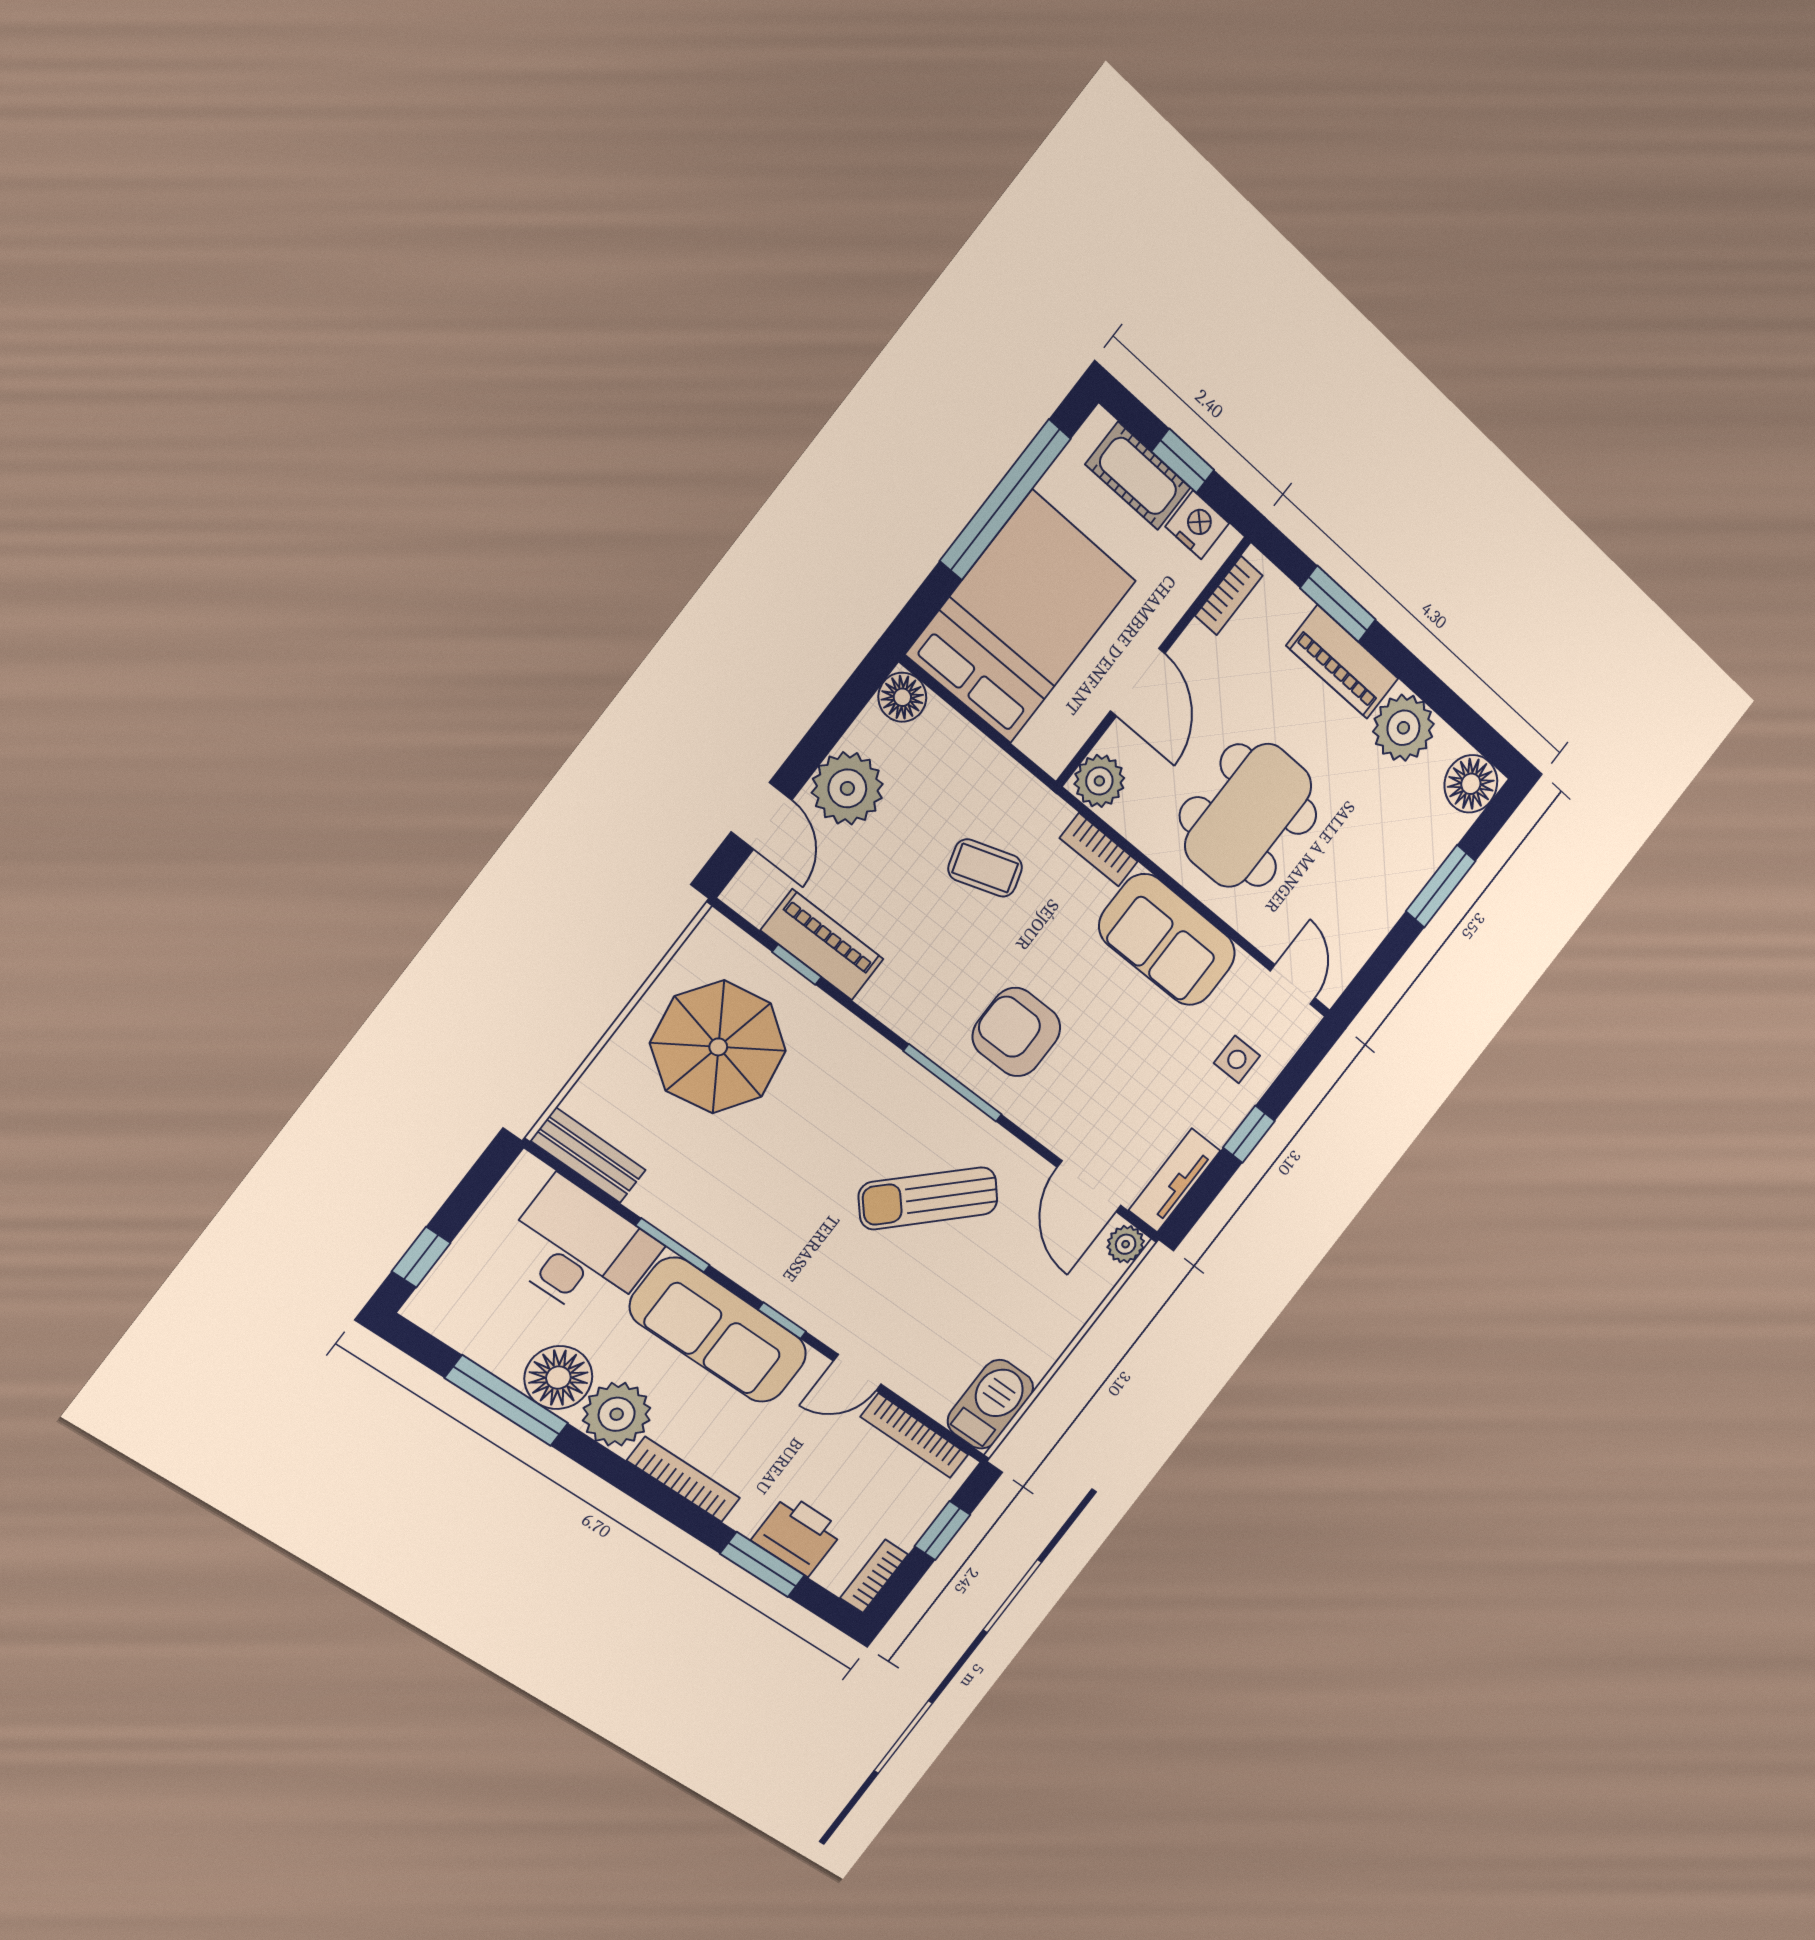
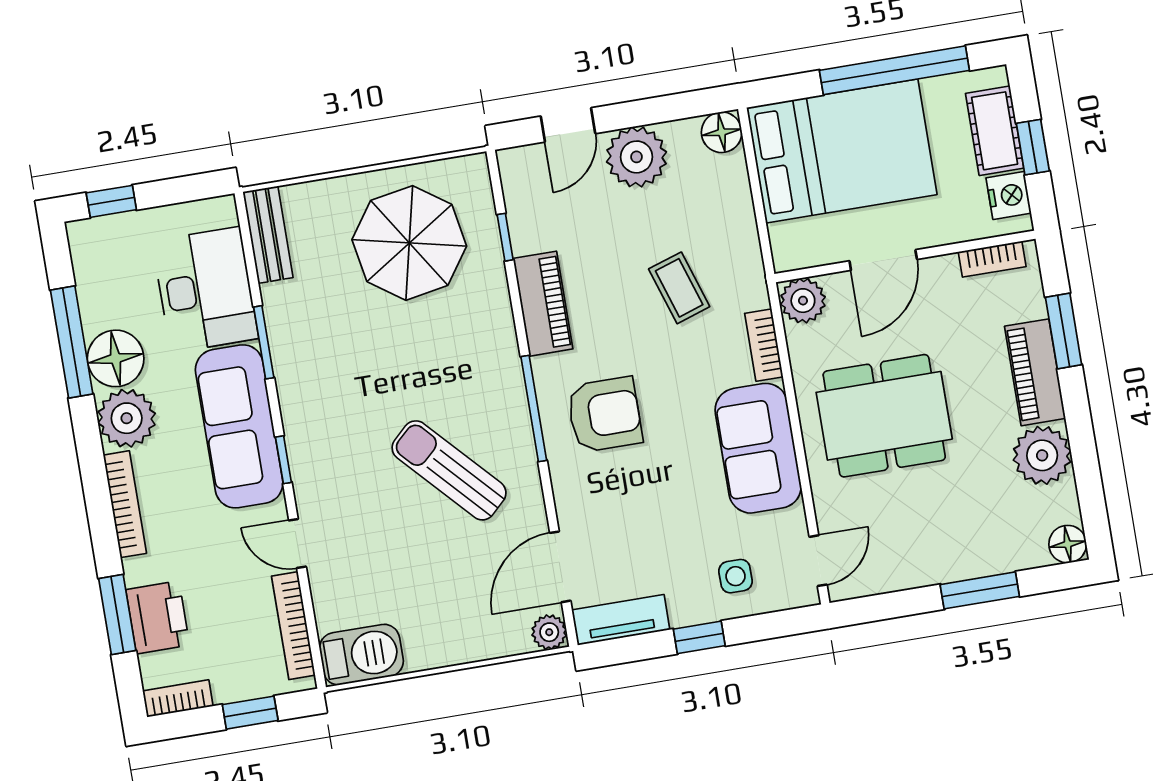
floor lamp: (1471, 784) -> (1068, 544), width x0.73, depth x0.73
piano: (822, 945) -> (543, 304), moved
armchair: (1016, 1032) -> (605, 415), turned 90

